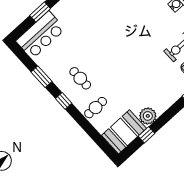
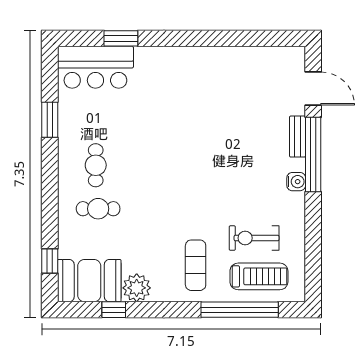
exercise mat: (165, 82) -> (196, 265), added
window: (64, 101) -> (50, 261), moved
cafe table: (96, 108) -> (98, 209), moved

